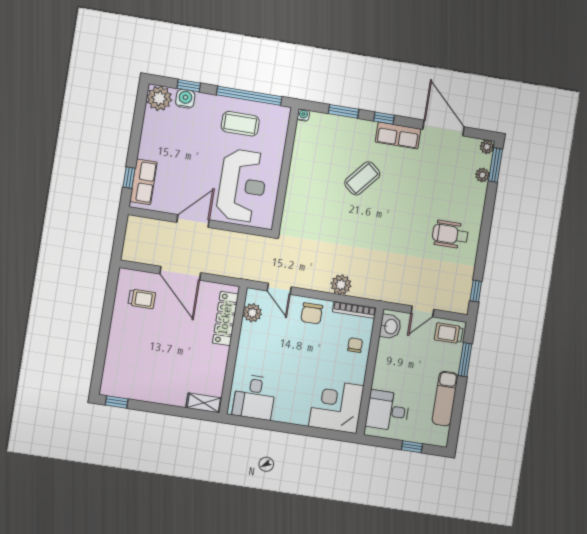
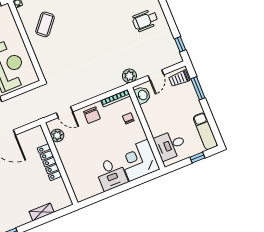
coffee table: (362, 178) -> (45, 24), moved
plant: (341, 285) -> (129, 76), moved
locker: (225, 318) -> (49, 162), moved
desk: (254, 397) -> (111, 174), moved
exam couch: (445, 399) -> (205, 131), moved
shelving: (204, 403) -> (42, 212), moved

